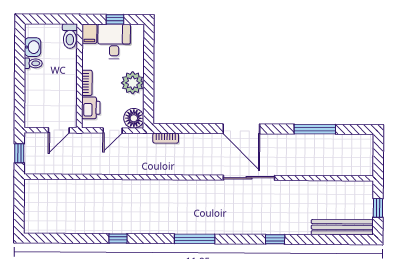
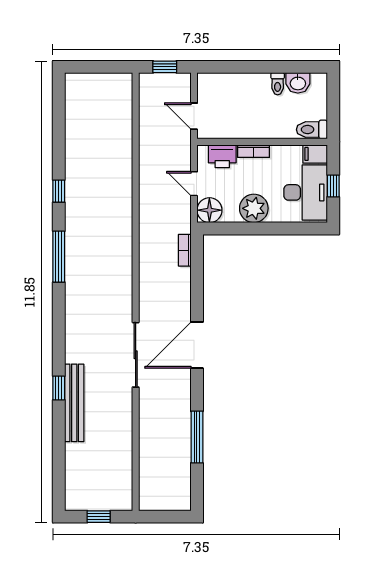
desk: (114, 41) -> (306, 192), width x1.37
bench: (342, 227) -> (74, 403), moved
window: (195, 239) -> (59, 257), moved

